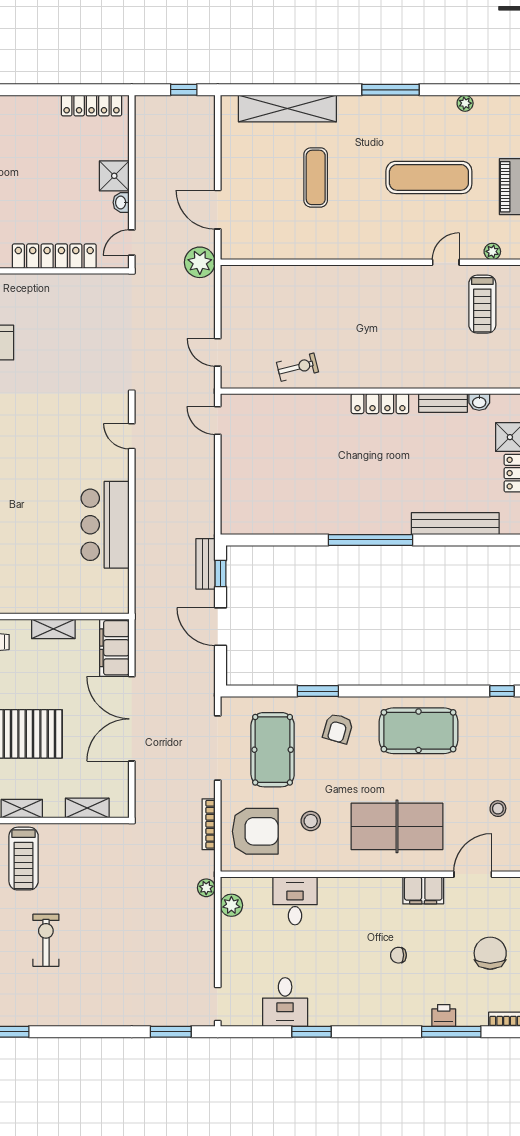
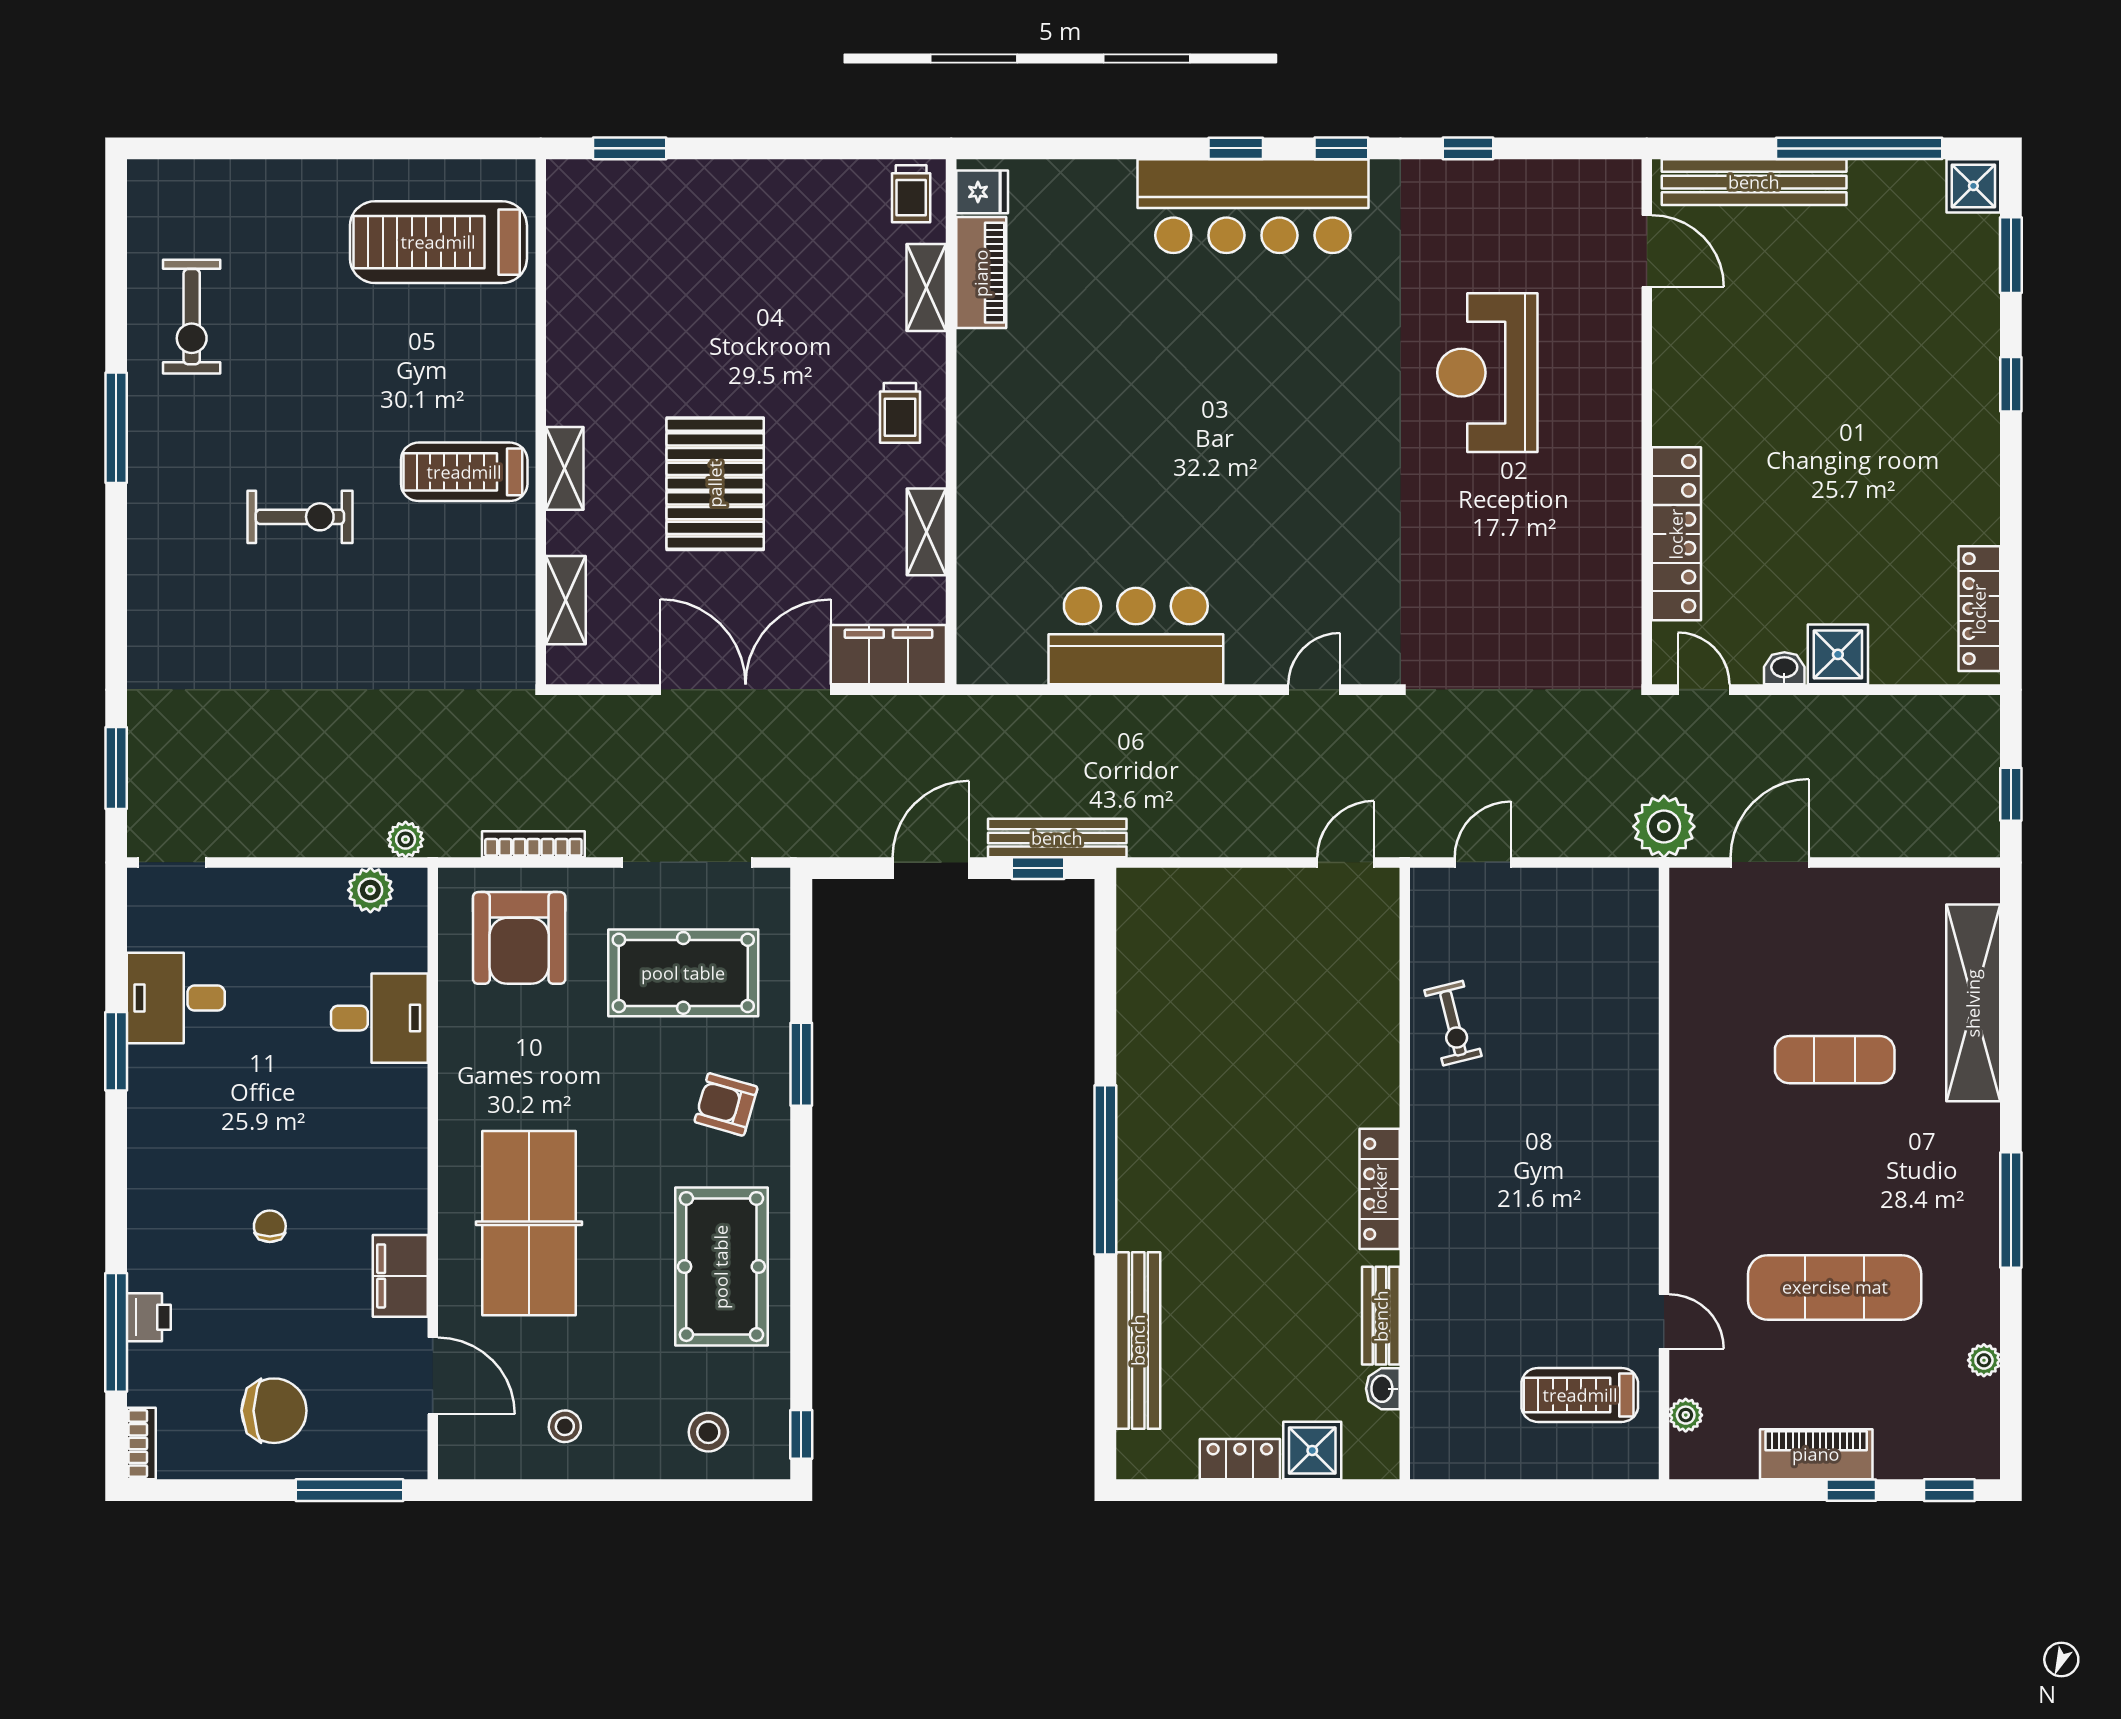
exercise mat: (429, 177) -> (1835, 1287), turned 90
bench: (205, 564) -> (1057, 838), width x1.36
stool: (311, 821) -> (708, 1432), moved

